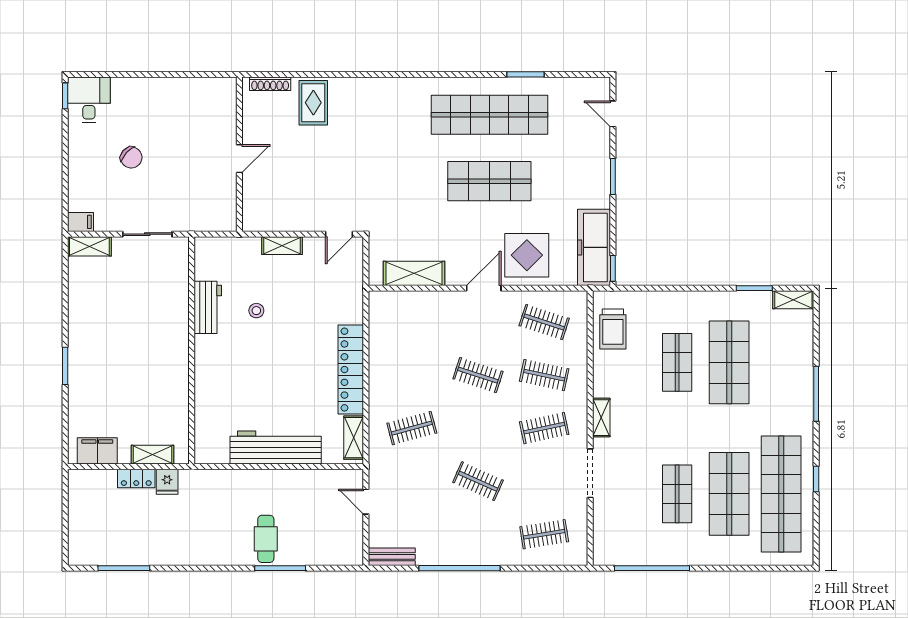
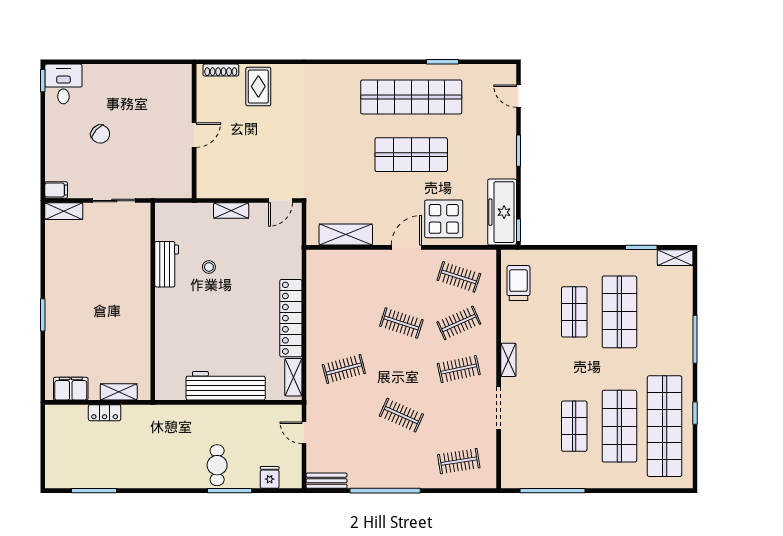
trolley: (613, 329) -> (518, 283), turned 180
clothes rail: (544, 375) -> (459, 323), turned -36
fridge: (167, 482) -> (270, 477), moved, turned 180

